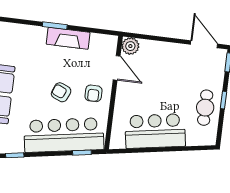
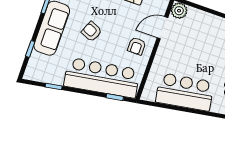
door: (117, 68) -> (162, 28), swing flipped
armchair: (61, 92) -> (92, 31), moved

